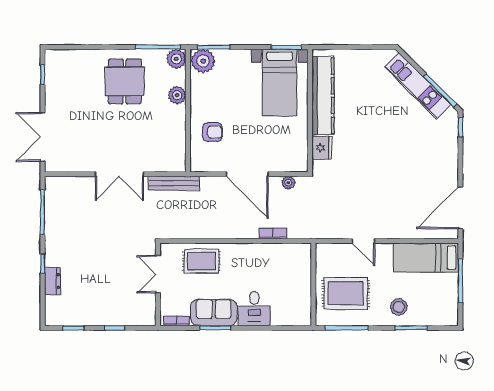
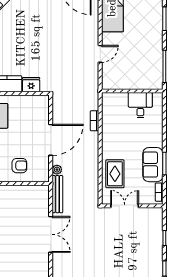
armchair: (212, 132) -> (19, 166), turned 90
plant: (288, 183) -> (57, 170), moved
double door: (158, 274) -> (125, 206), swing flipped
rug: (346, 293) -> (139, 67), removed
stool: (399, 307) -> (149, 28), removed
desk: (254, 309) -> (140, 105), moved, turned -90

